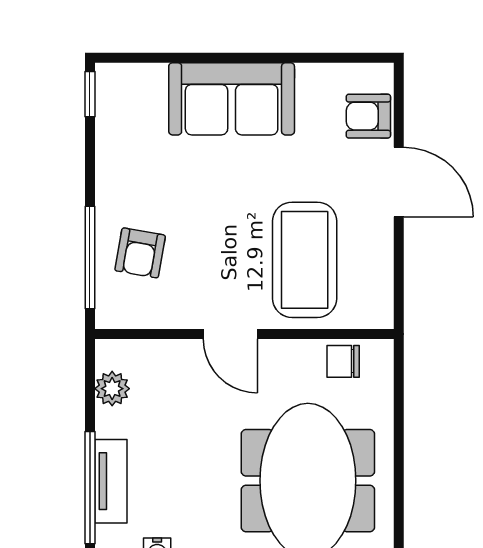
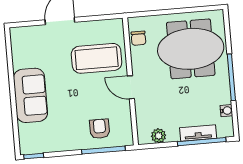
armchair: (368, 116) -> (33, 36), removed
armchair: (140, 253) -> (100, 129), turned -100
door: (230, 334) -> (131, 87), swing flipped

